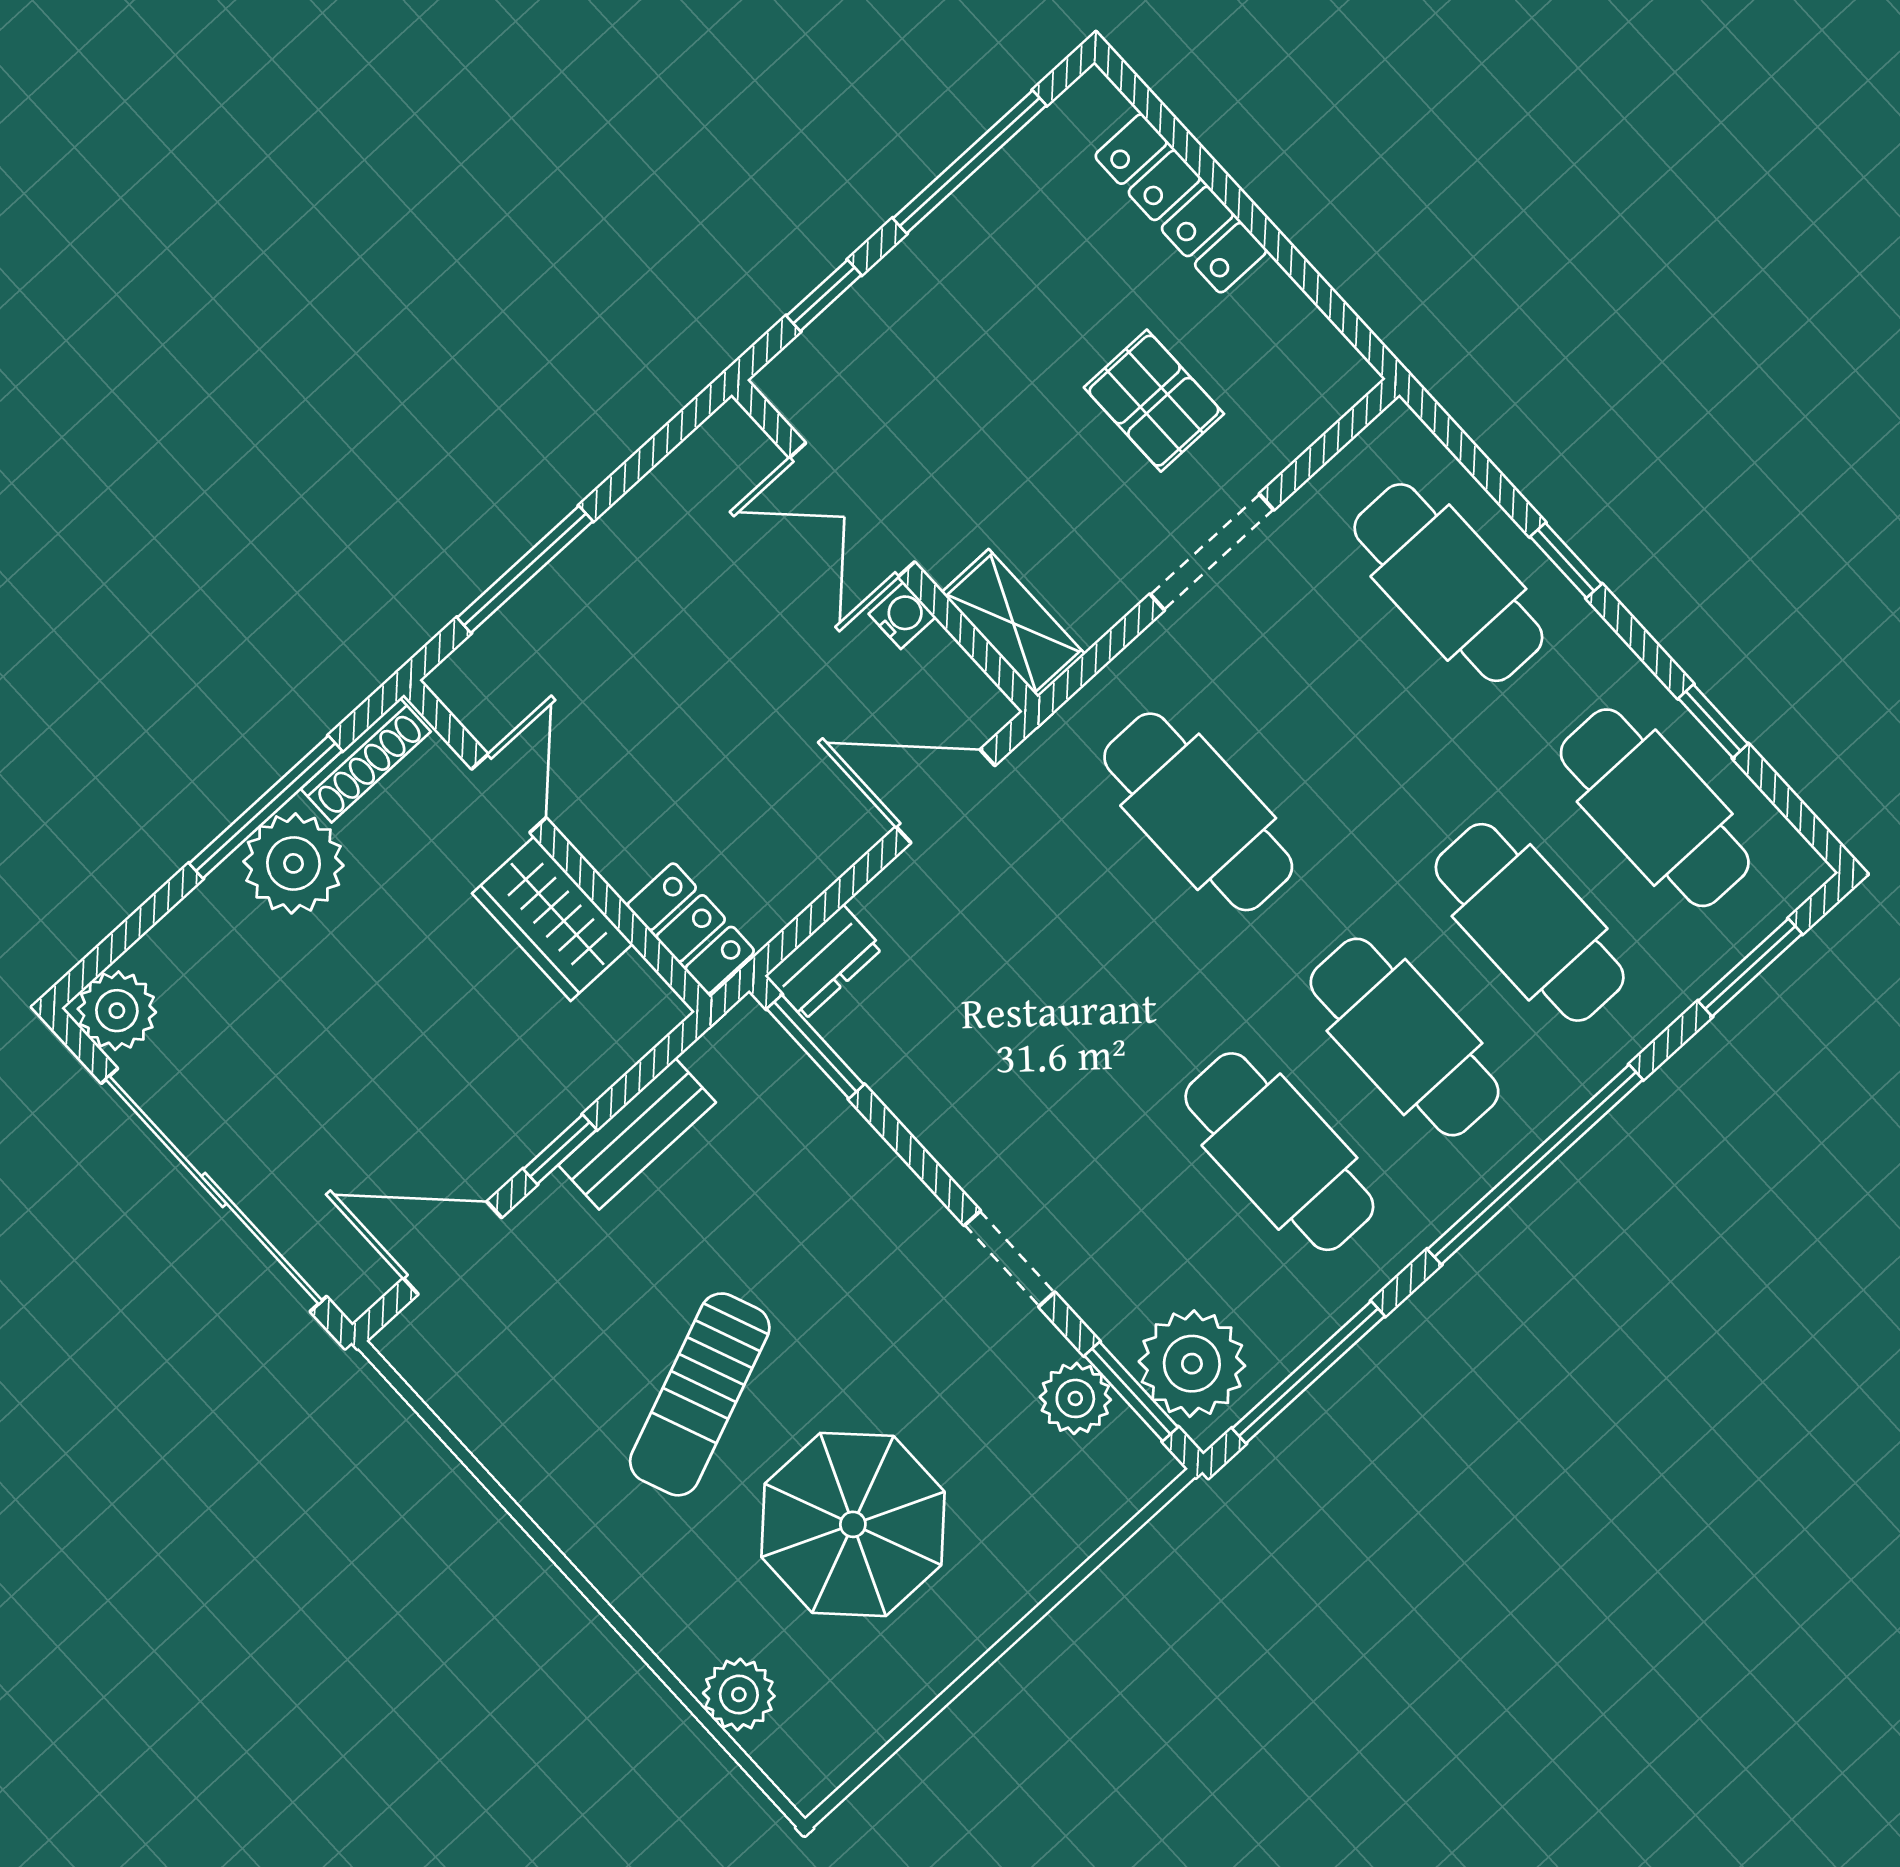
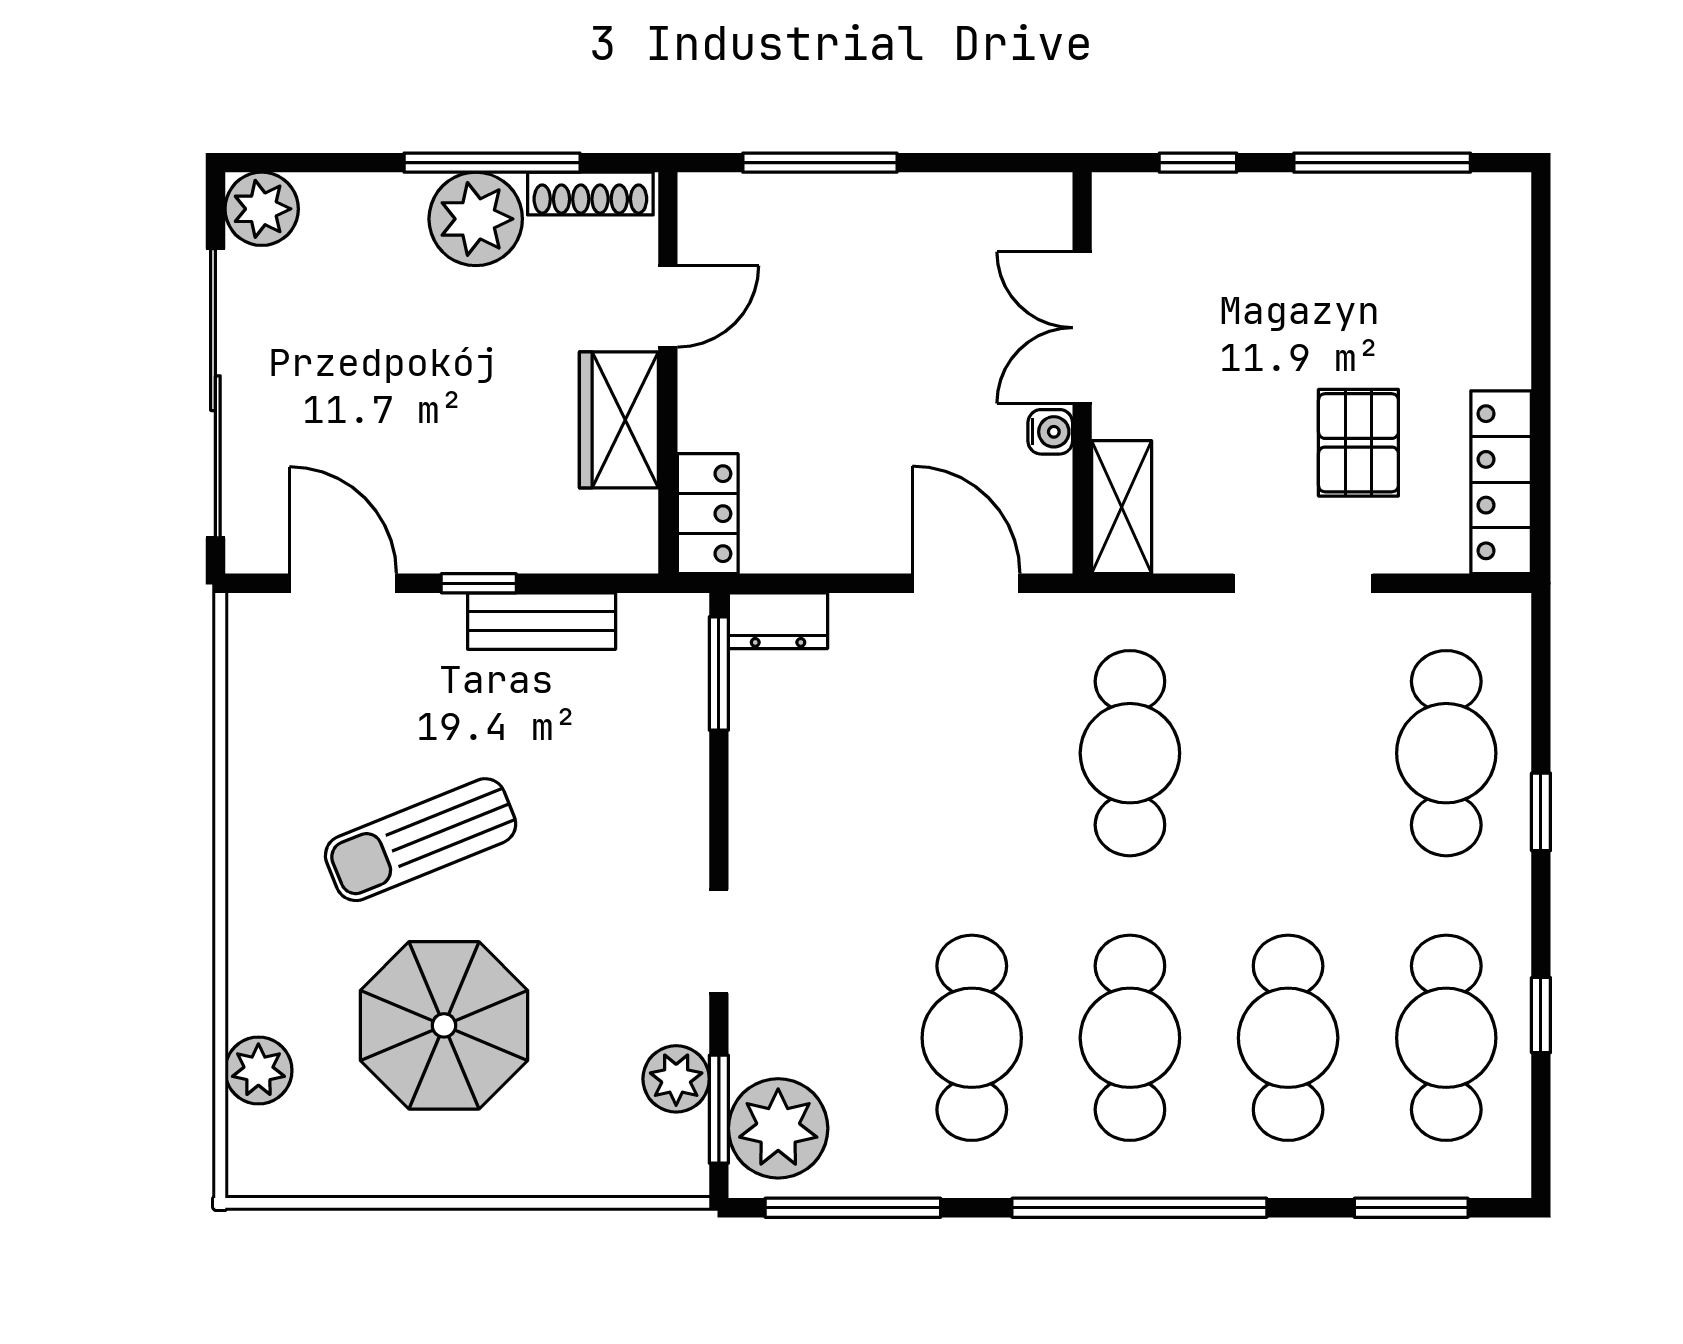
locker: (1181, 203) -> (1501, 482), moved

